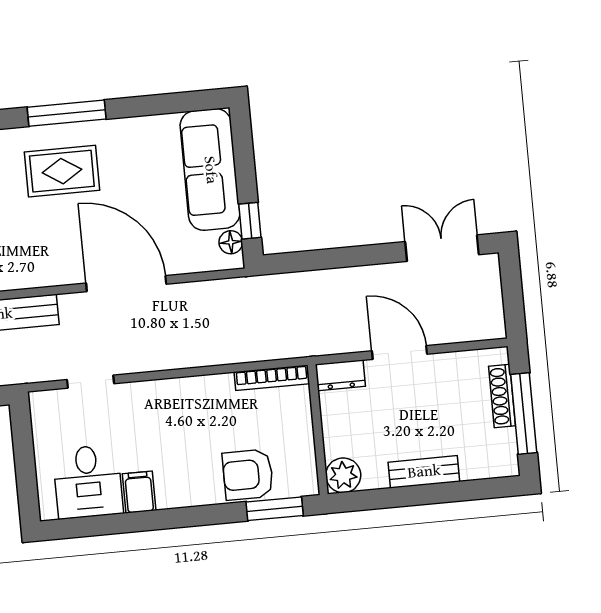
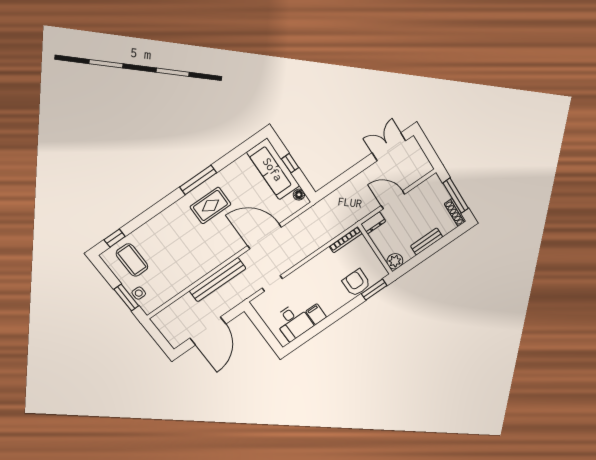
window: (250, 221) -> (290, 163), moved
shoe rack: (502, 396) -> (455, 212), moved
armchair: (248, 475) -> (356, 283), turned 90

